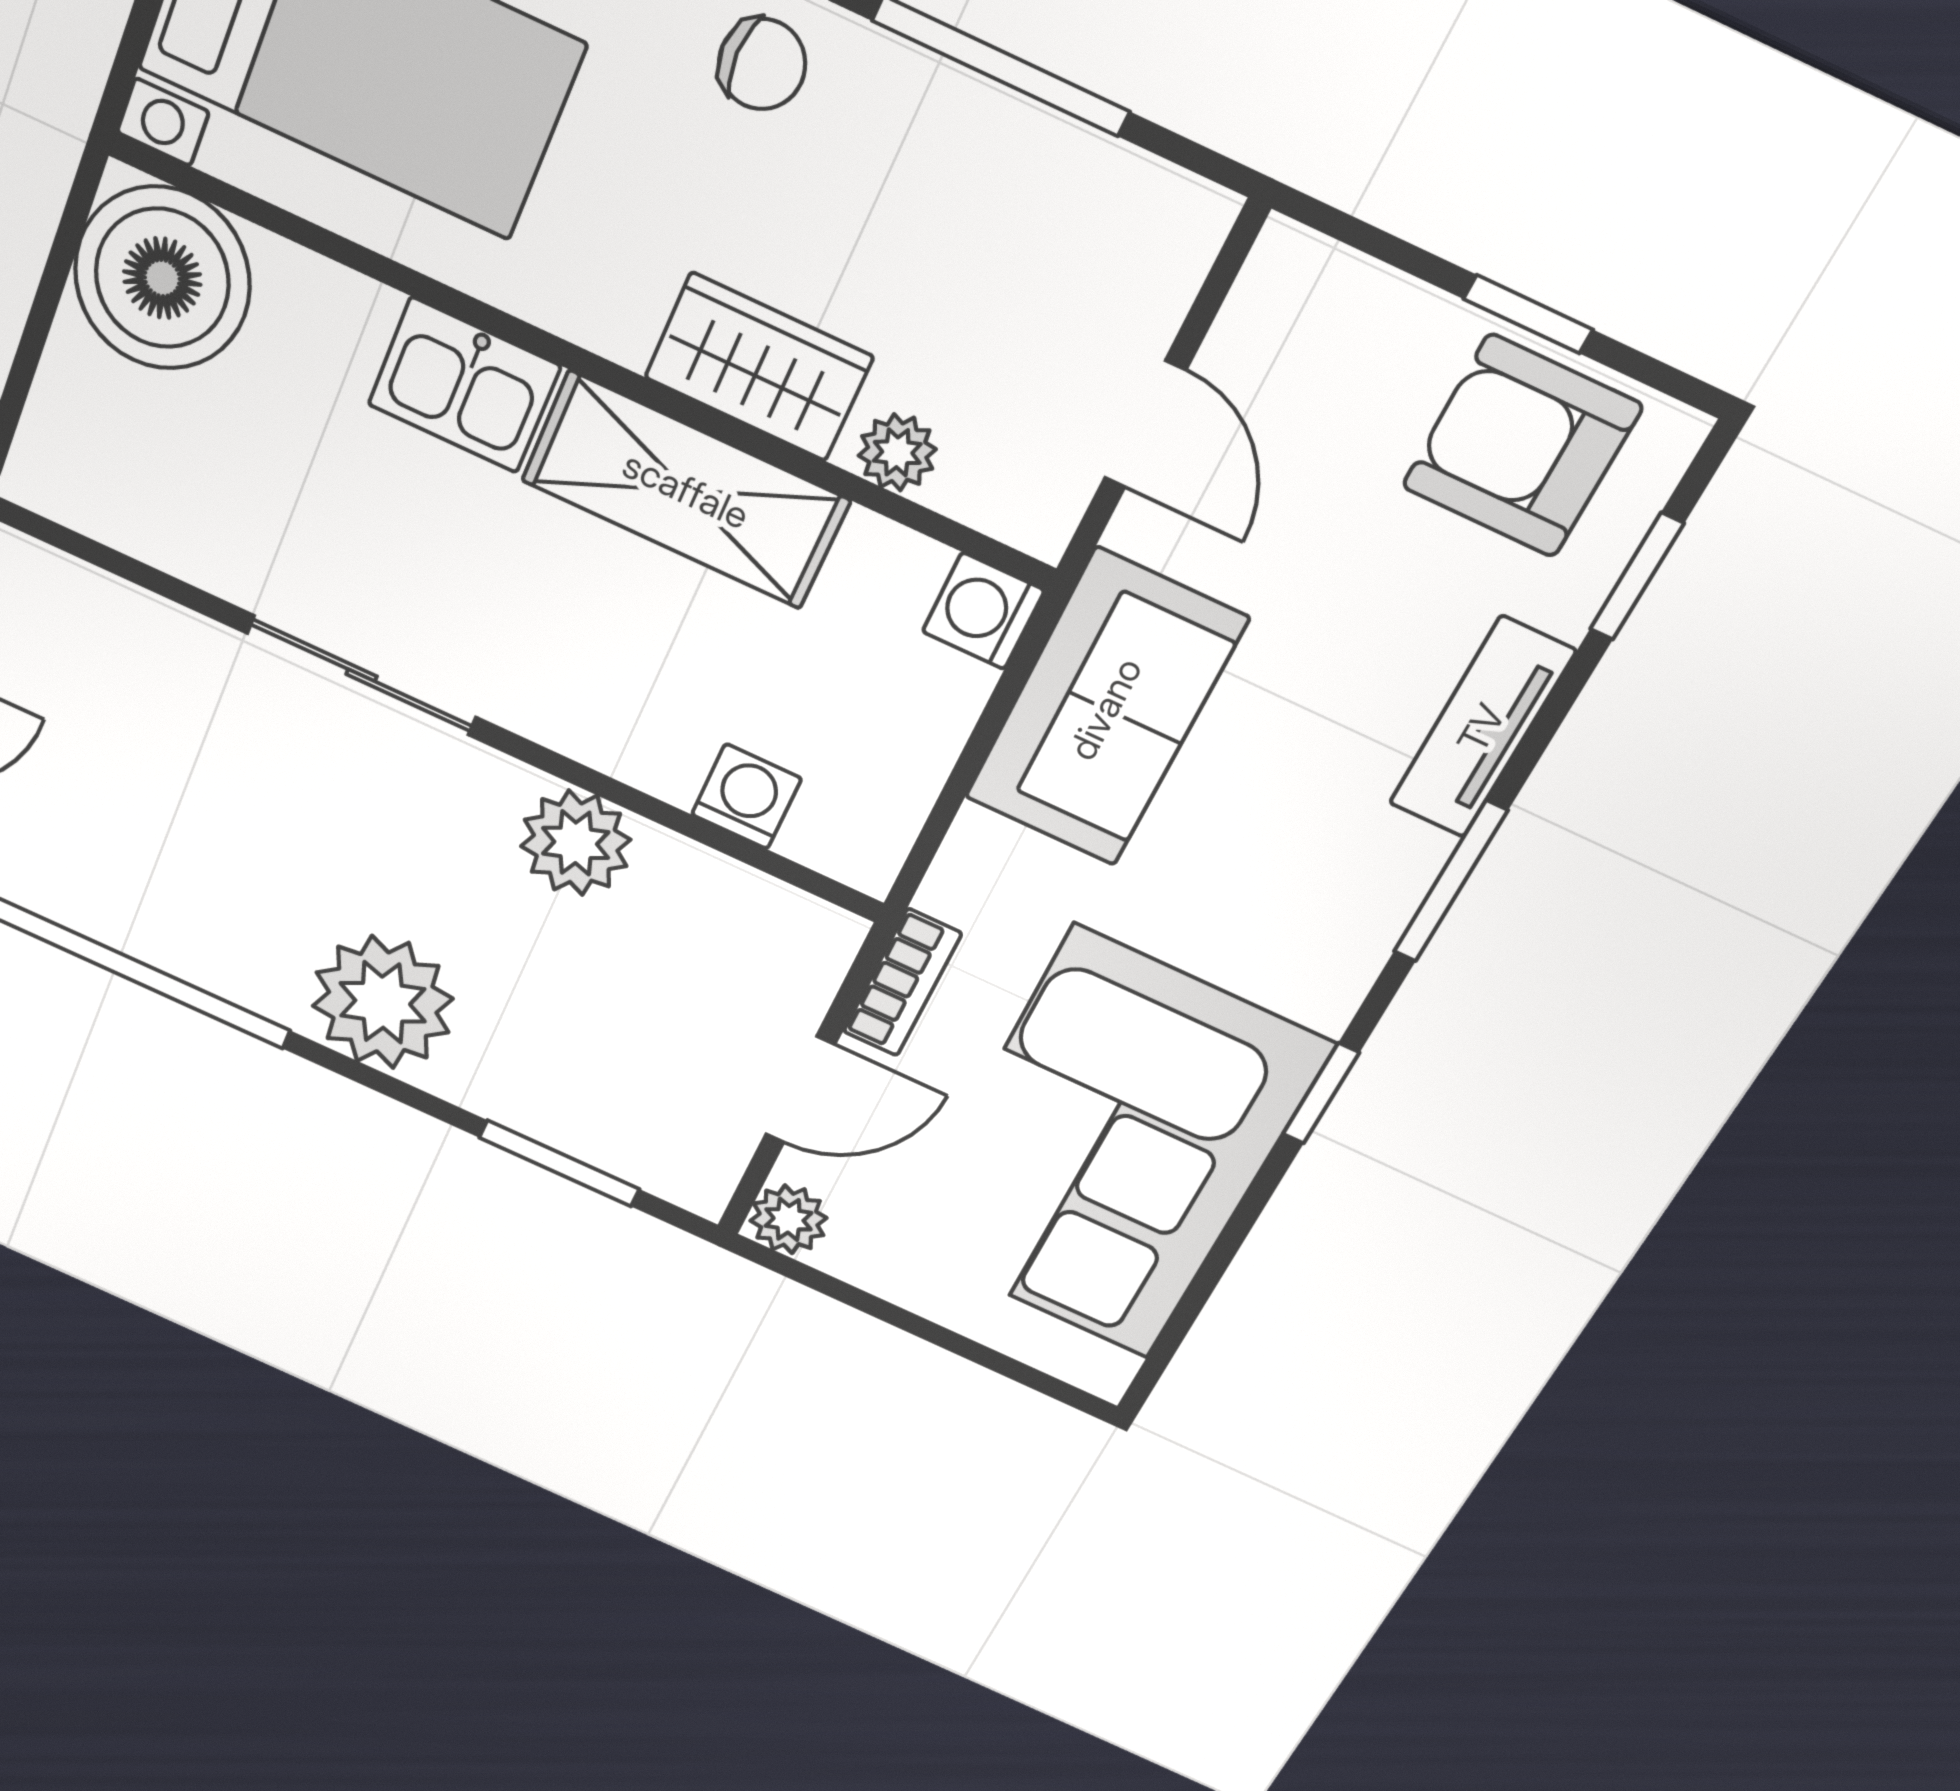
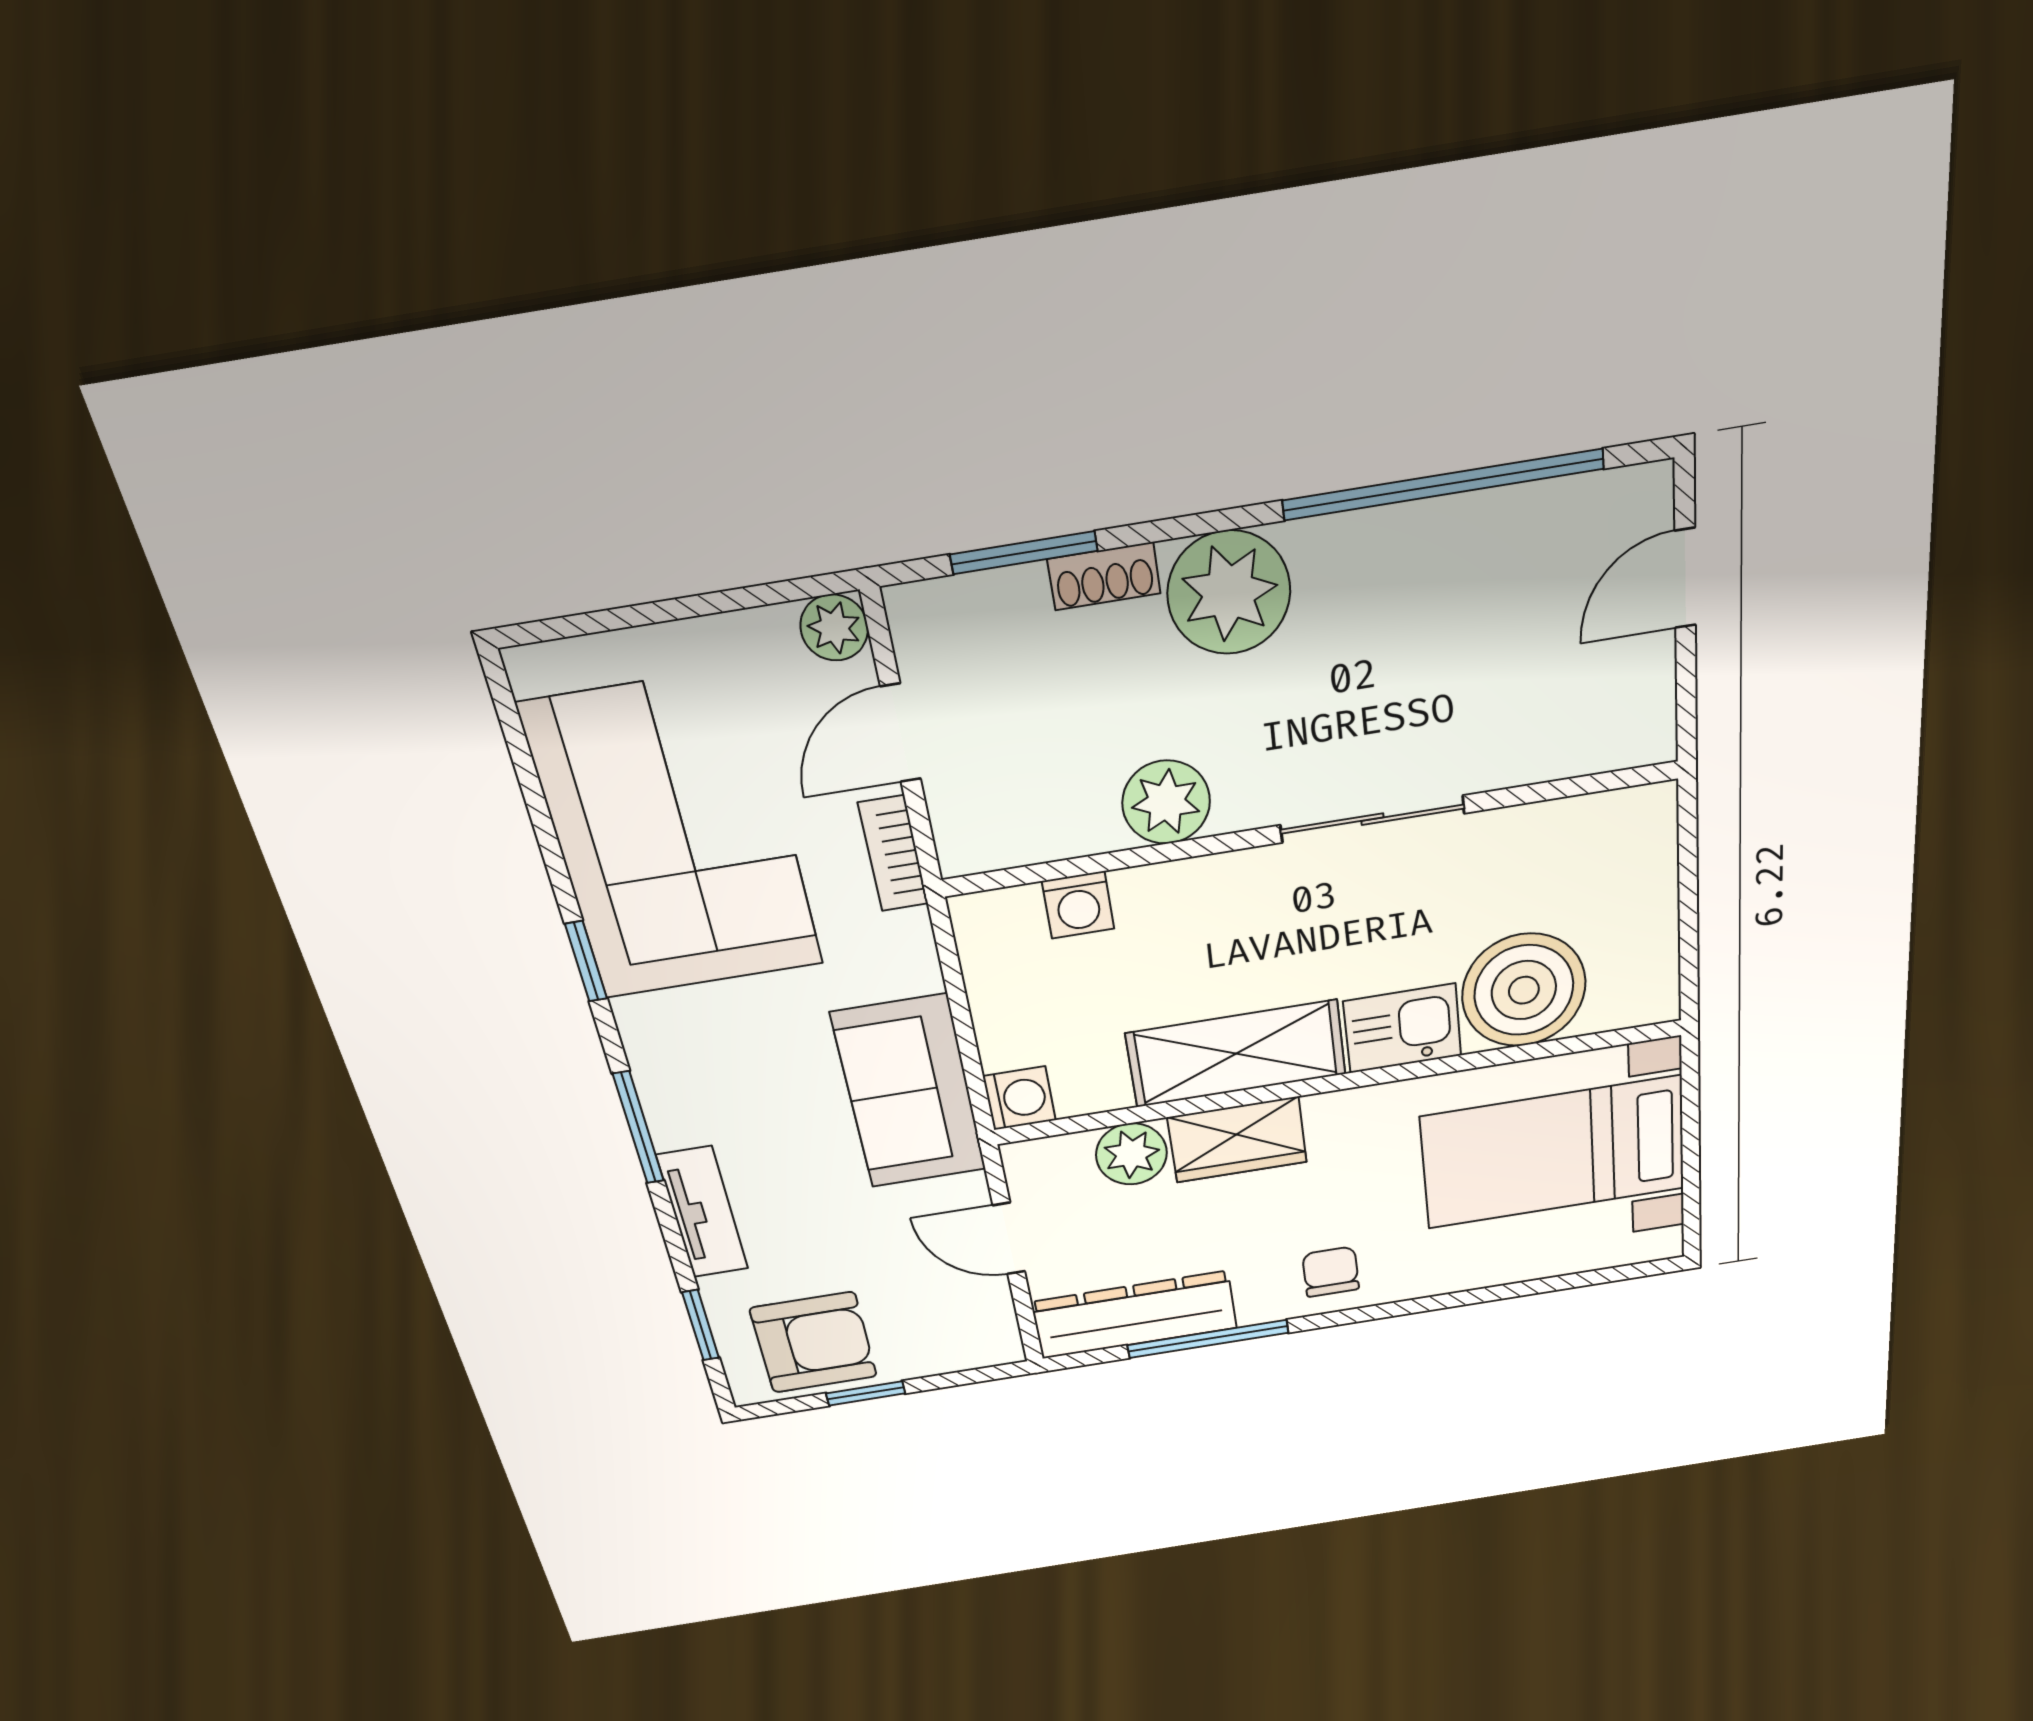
chair: (762, 64) -> (1331, 1272), turned 90
dresser: (1072, 182) -> (1134, 1315), added
boiler: (162, 278) -> (1524, 990), moved
plant: (897, 452) -> (1131, 1154), width x1.38, depth x1.38
shoe rack: (496, 1095) -> (1104, 576), added

